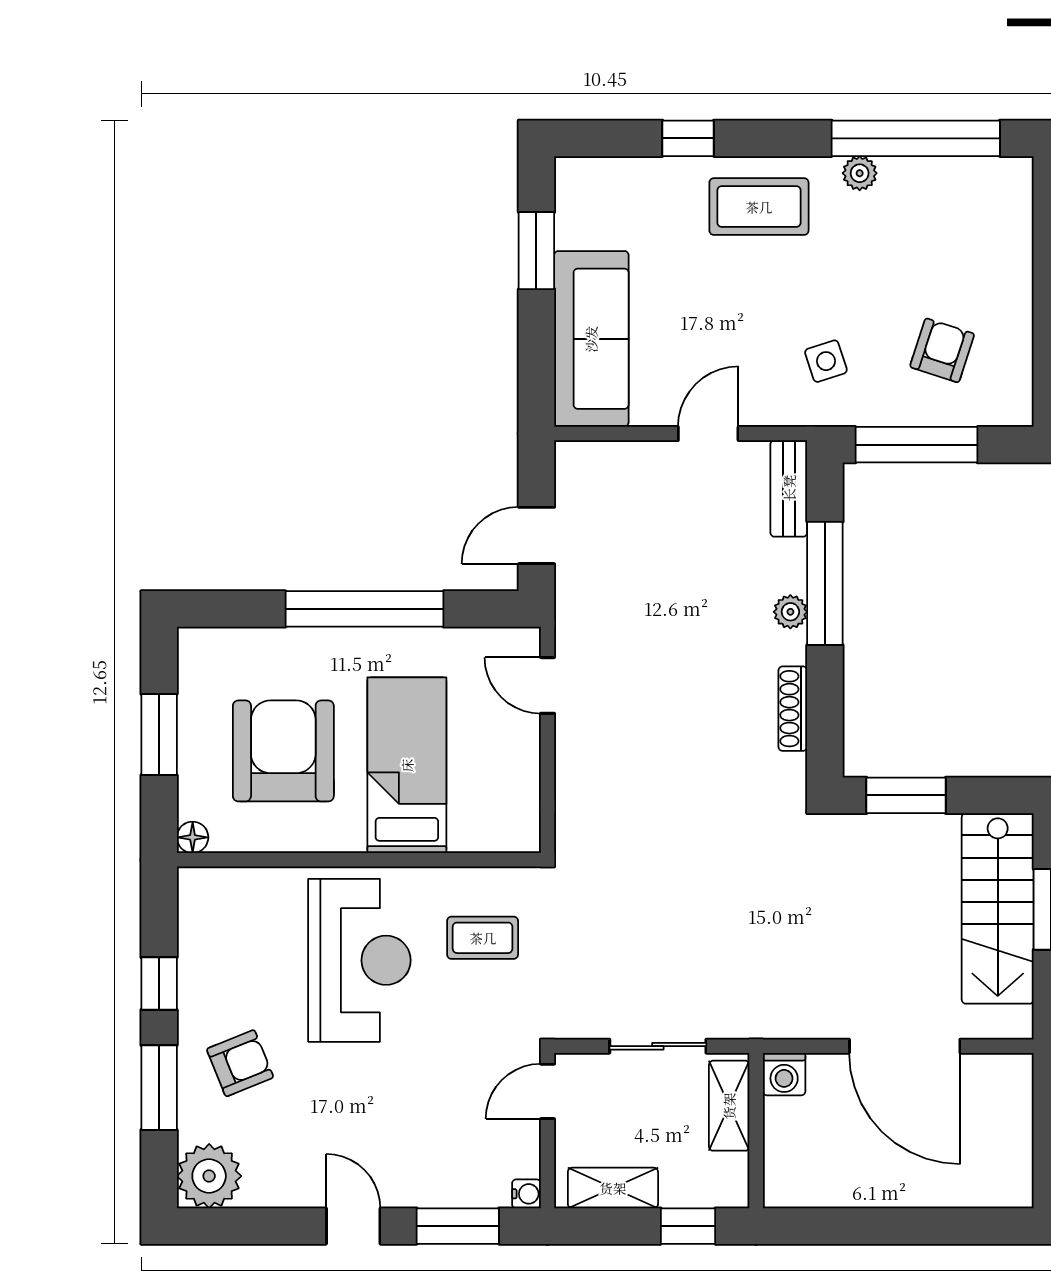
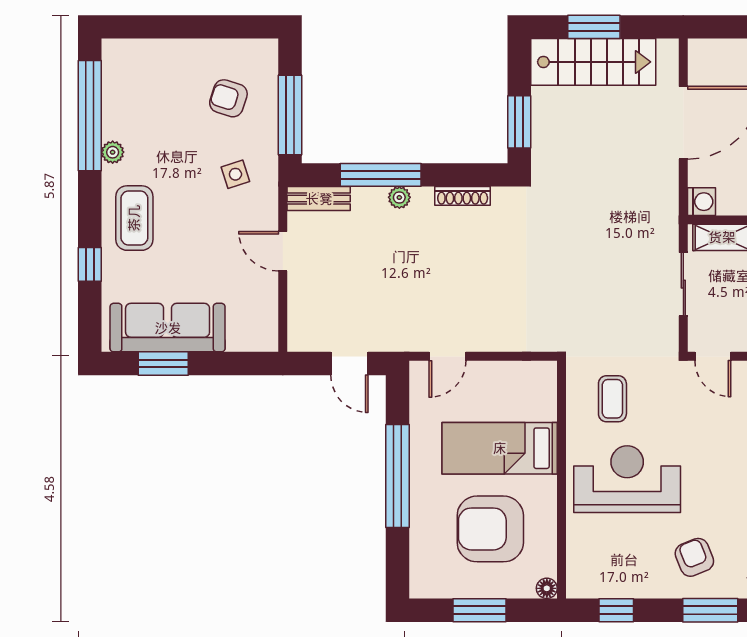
sofa: (591, 339) -> (168, 328), moved
window: (159, 984) -> (616, 610), moved

